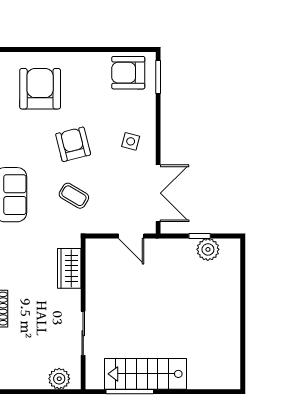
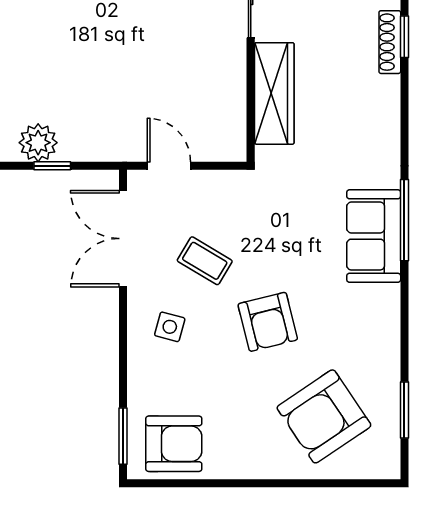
armchair: (40, 89) -> (324, 416), turned 56
coffee table: (74, 196) -> (205, 261), moved
wardrobe: (69, 268) -> (274, 93), width x1.50

